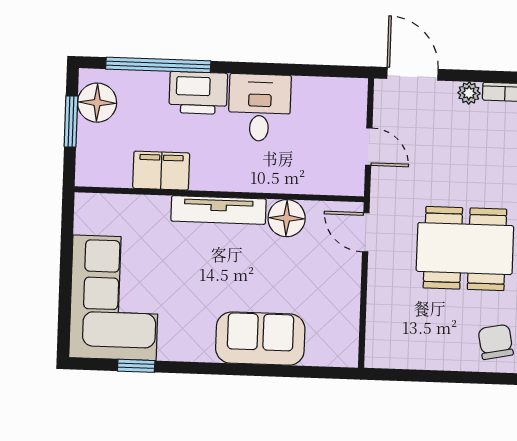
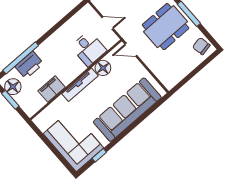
printer: (198, 93) -> (29, 65), moved
desk: (260, 108) -> (89, 49), moved, turned 180
sofa: (260, 339) -> (127, 110), width x1.85, depth x1.27

